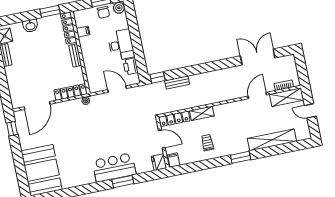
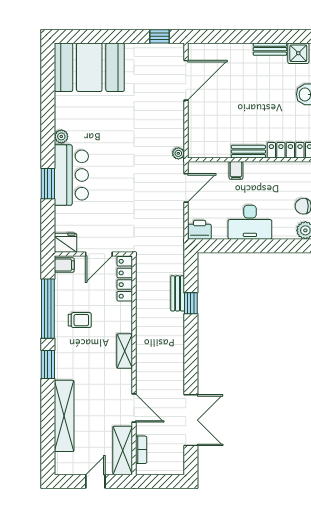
filing cabinet: (83, 32) -> (236, 170), moved
printer: (131, 66) -> (200, 230), moved
window: (157, 77) -> (191, 303), moved
door: (117, 89) -> (186, 188), moved
locker: (70, 92) -> (196, 134), removed
door: (37, 105) -> (186, 80), swing flipped
shelving: (202, 113) -> (125, 351), moved
window: (204, 165) -> (48, 309), added
plant: (90, 179) -> (61, 136), added

